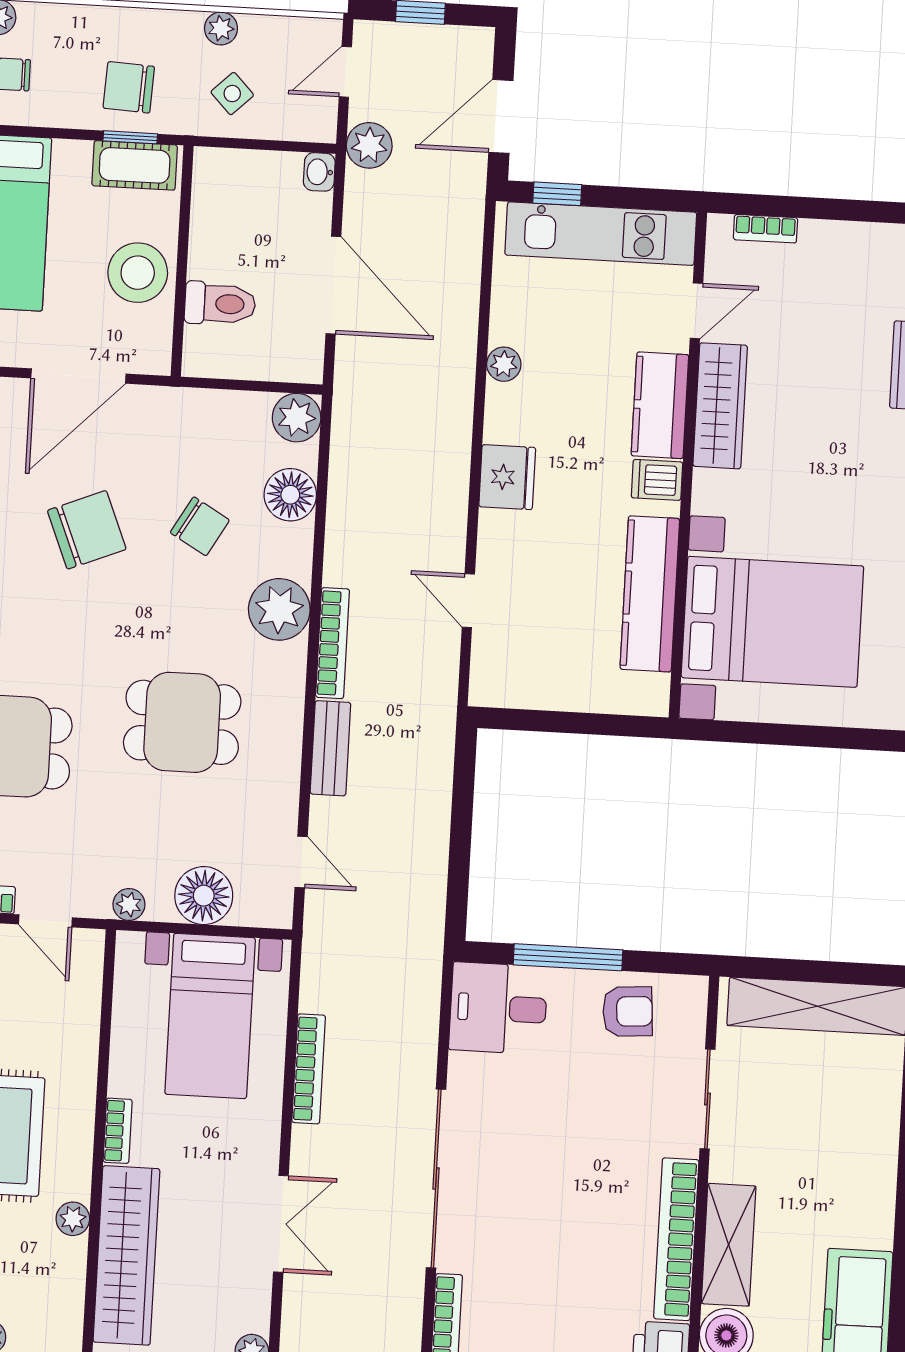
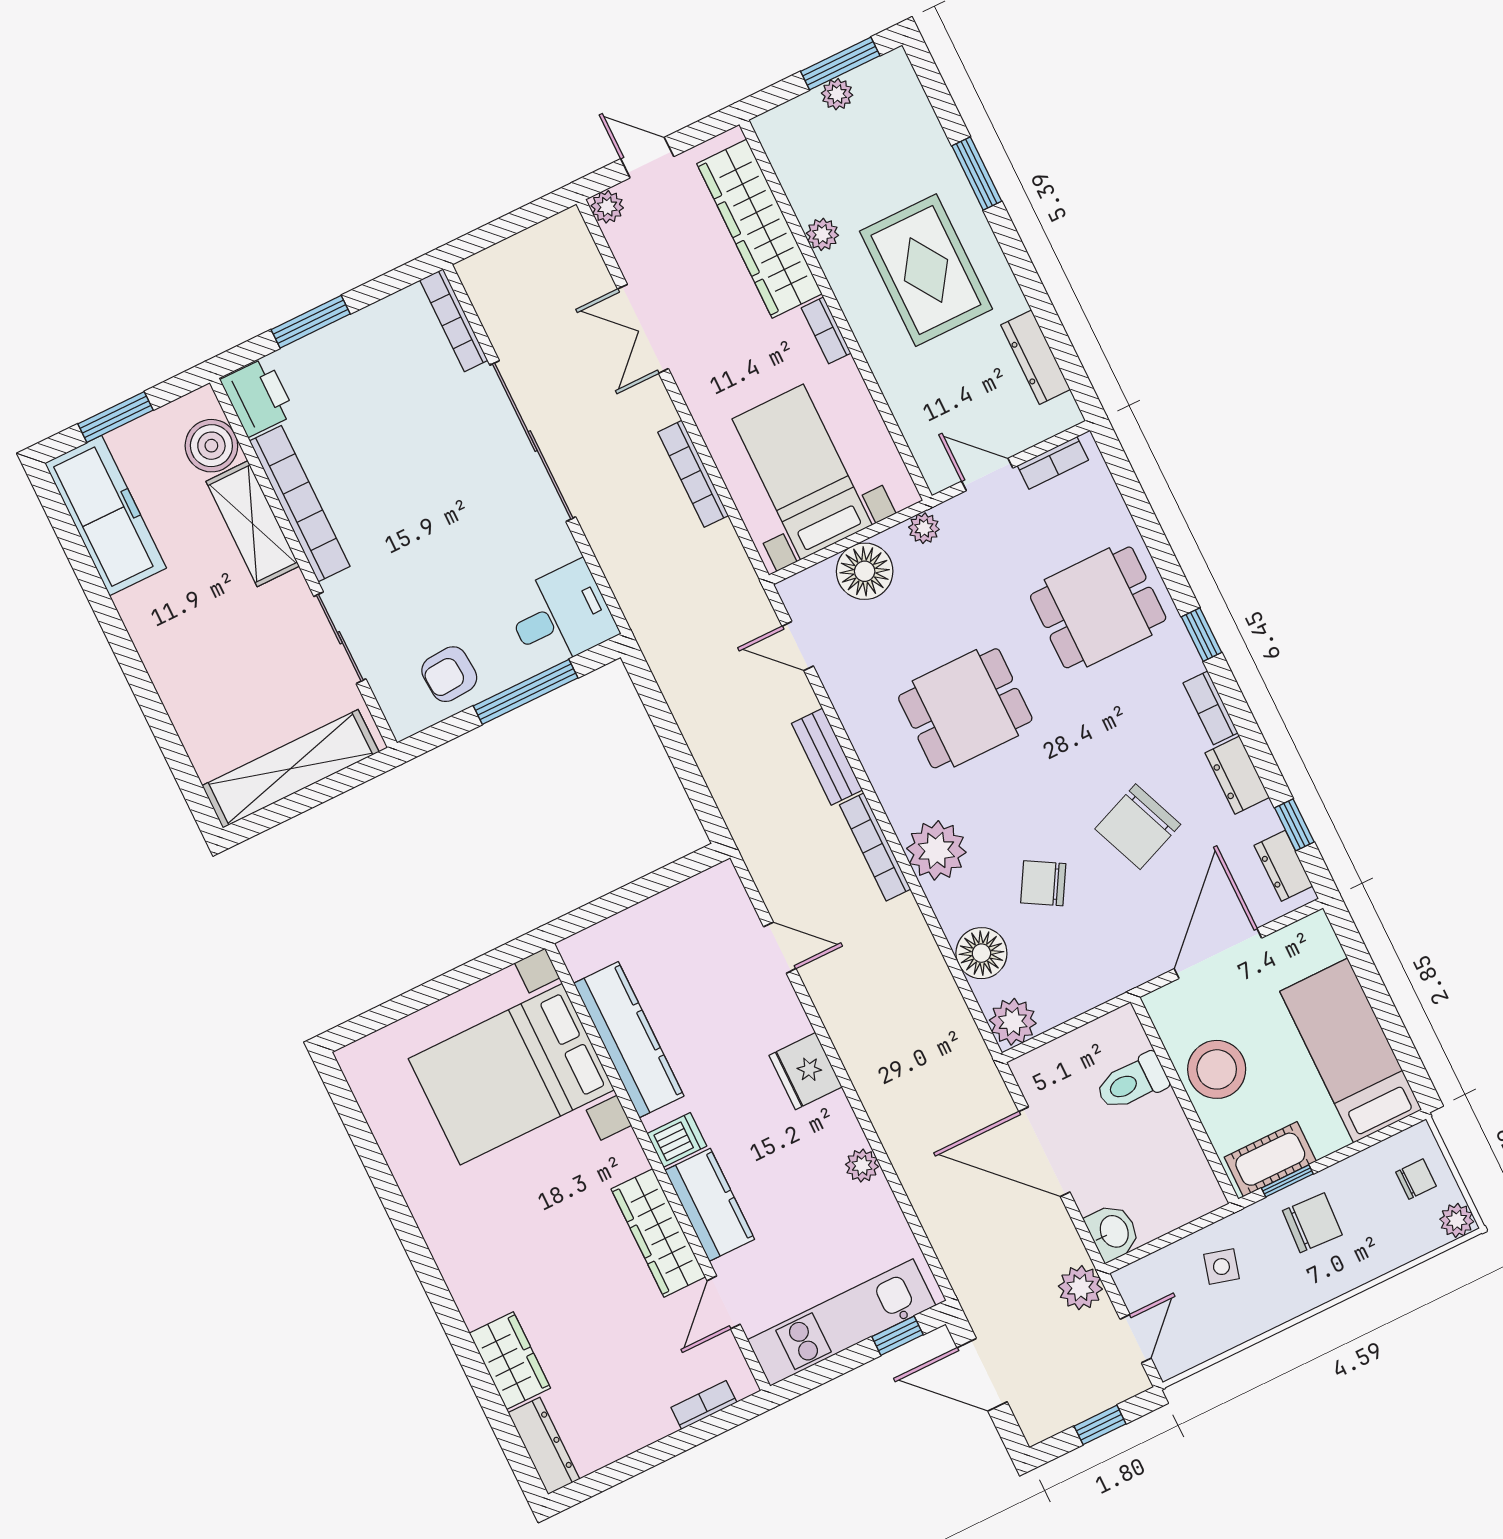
plant: (221, 28) -> (1262, 1317), removed
side table: (232, 94) -> (1221, 1267), turned -31
door: (501, 116) -> (982, 1375), swing flipped
washbasin: (319, 172) -> (1113, 1232), width x1.38, depth x1.45

